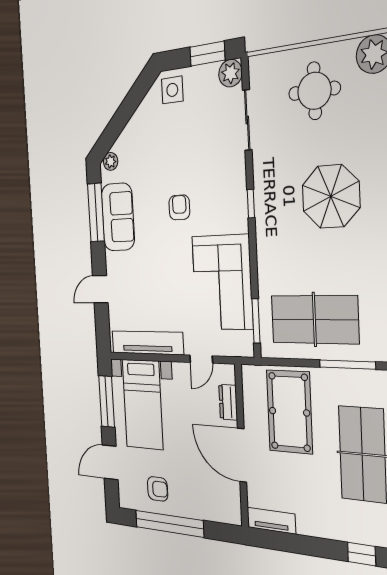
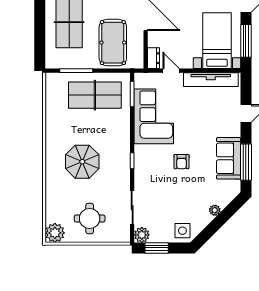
plant: (111, 161) -> (215, 210), moved
door: (201, 359) -> (171, 71), hinge flipped
dresser: (228, 402) -> (154, 58), moved

